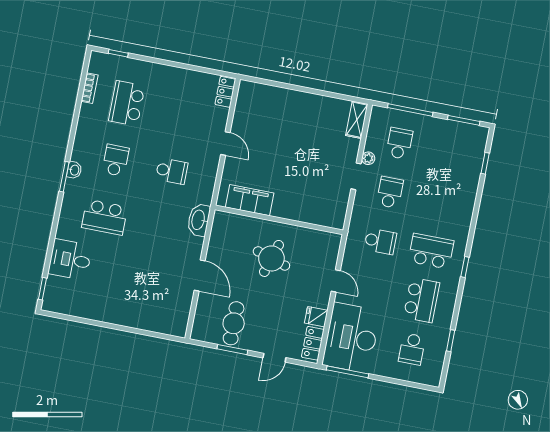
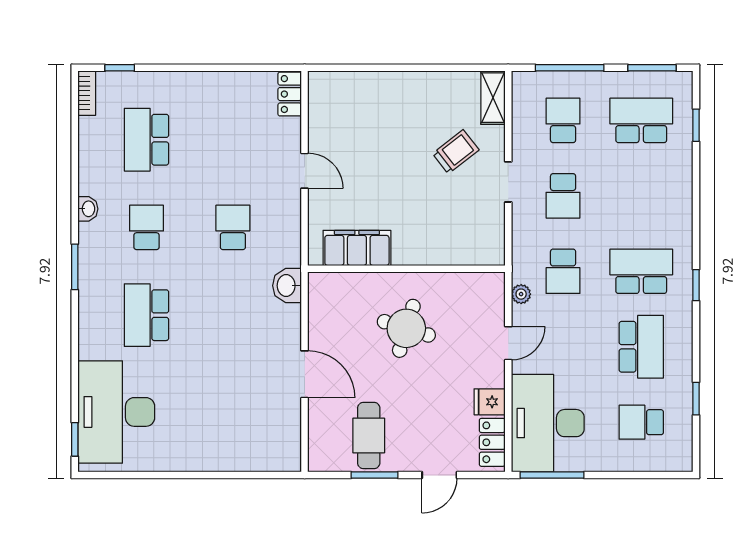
bookcase: (89, 88) -> (87, 93), moved
trolley: (326, 150) -> (456, 152), added
school desk: (450, 153) -> (641, 120), added
plant: (368, 158) -> (521, 294), moved
washbasin: (74, 170) -> (88, 209), moved
school desk: (172, 171) -> (233, 227), turned -90
school desk: (390, 192) -> (563, 196), turned 180
school desk: (105, 217) -> (147, 315), turned 90
washbasin: (199, 220) -> (287, 286), width x0.72
school desk: (380, 241) -> (563, 271), turned 90
desk: (70, 260) -> (116, 412), width x1.87, depth x1.30
door: (336, 281) -> (508, 343), hinge flipped
school desk: (412, 349) -> (641, 422), turned 90

